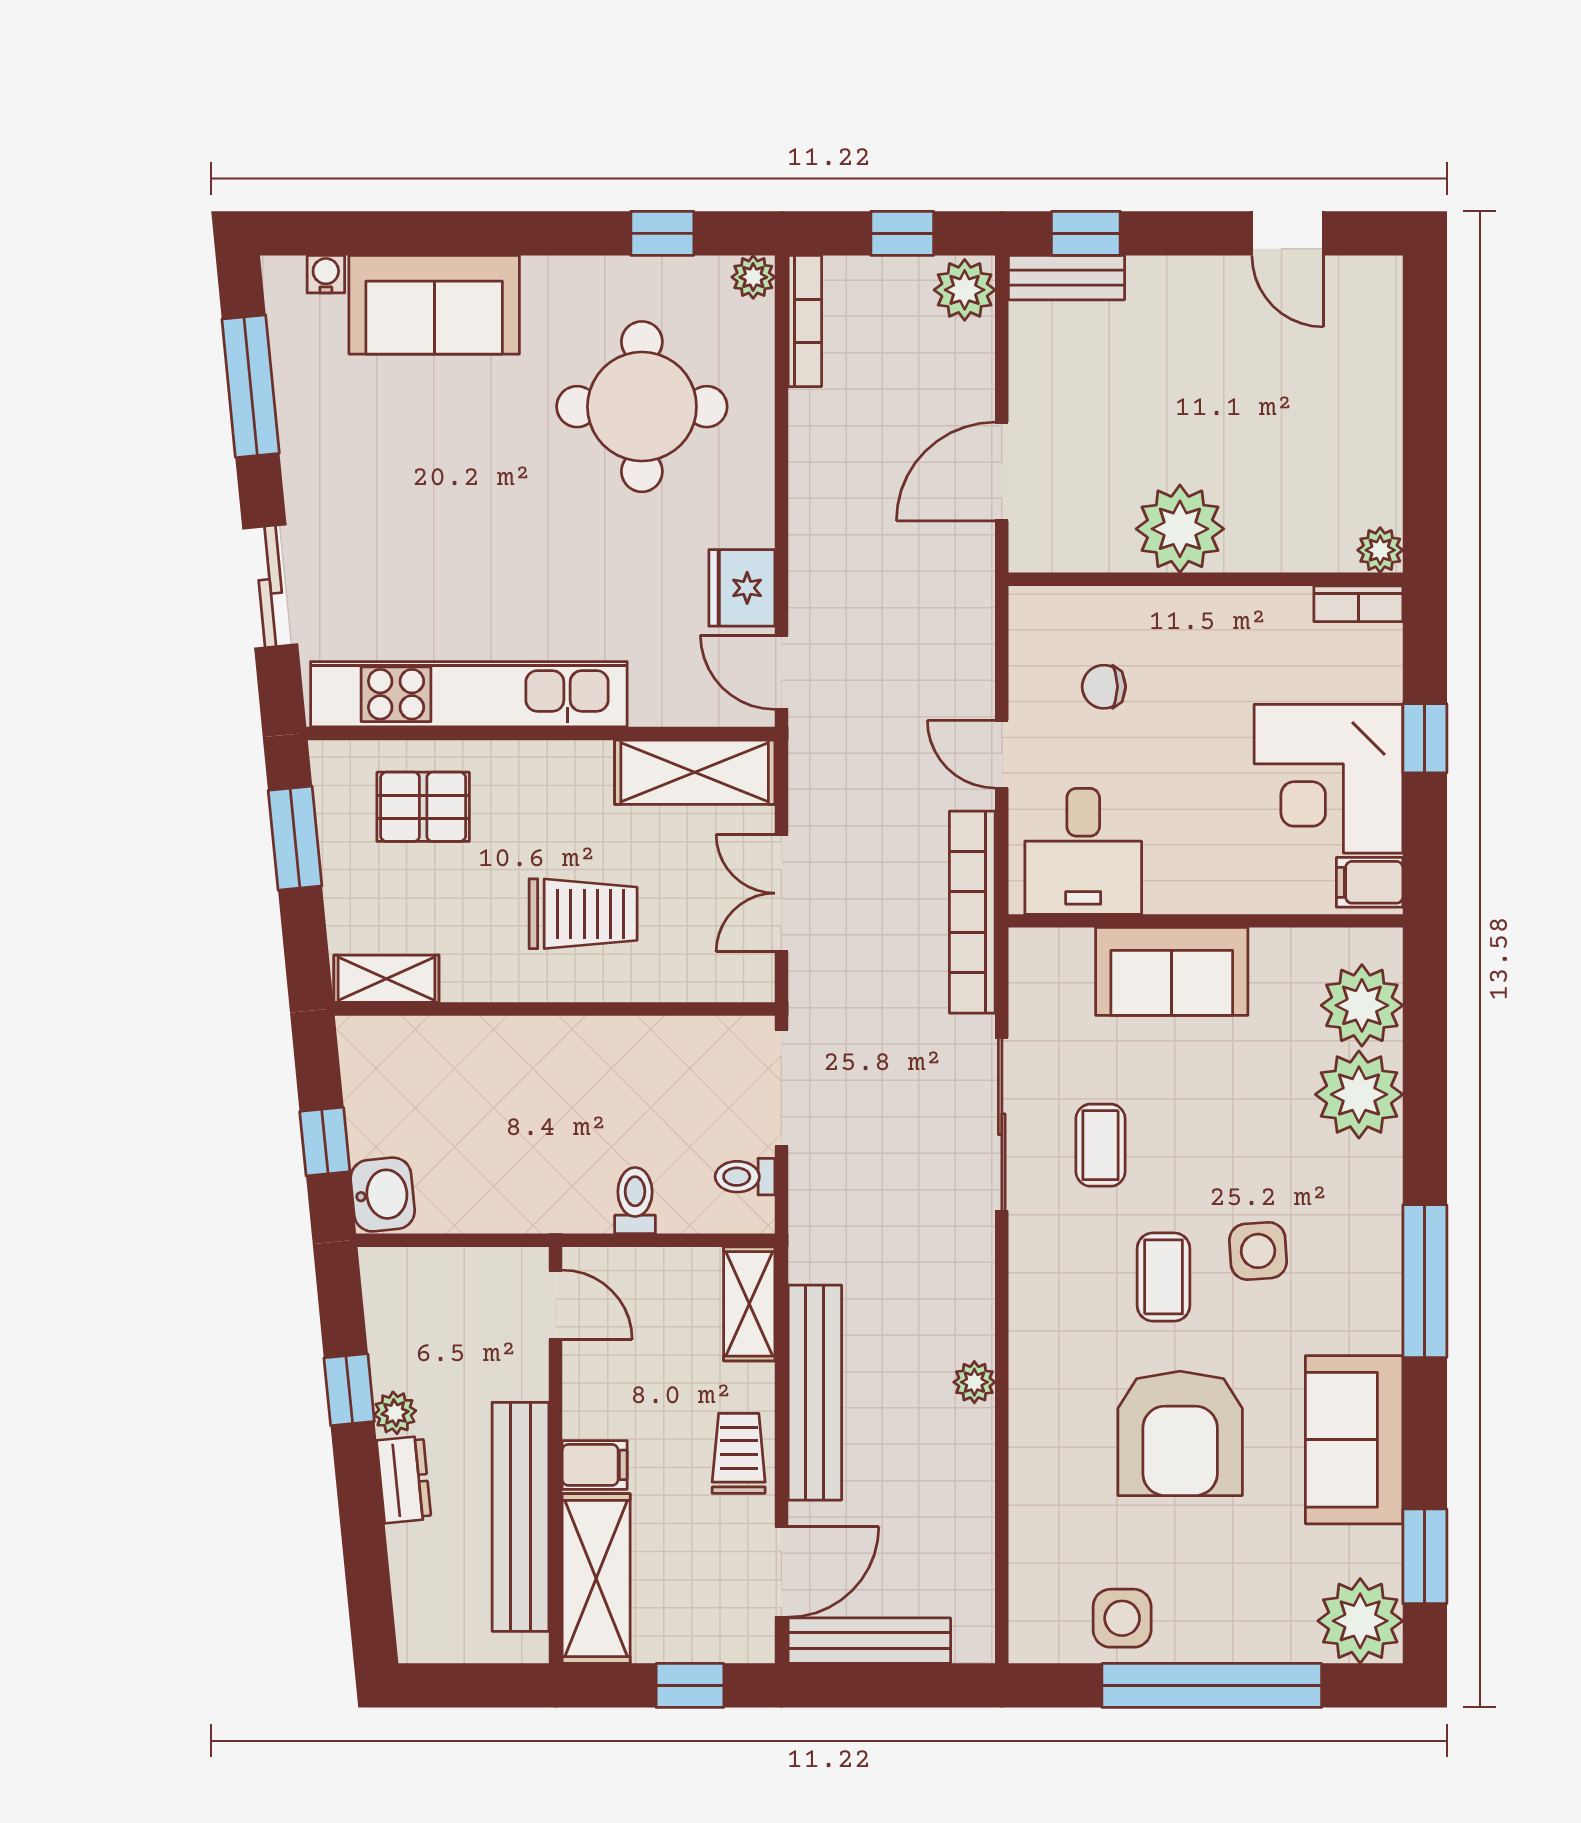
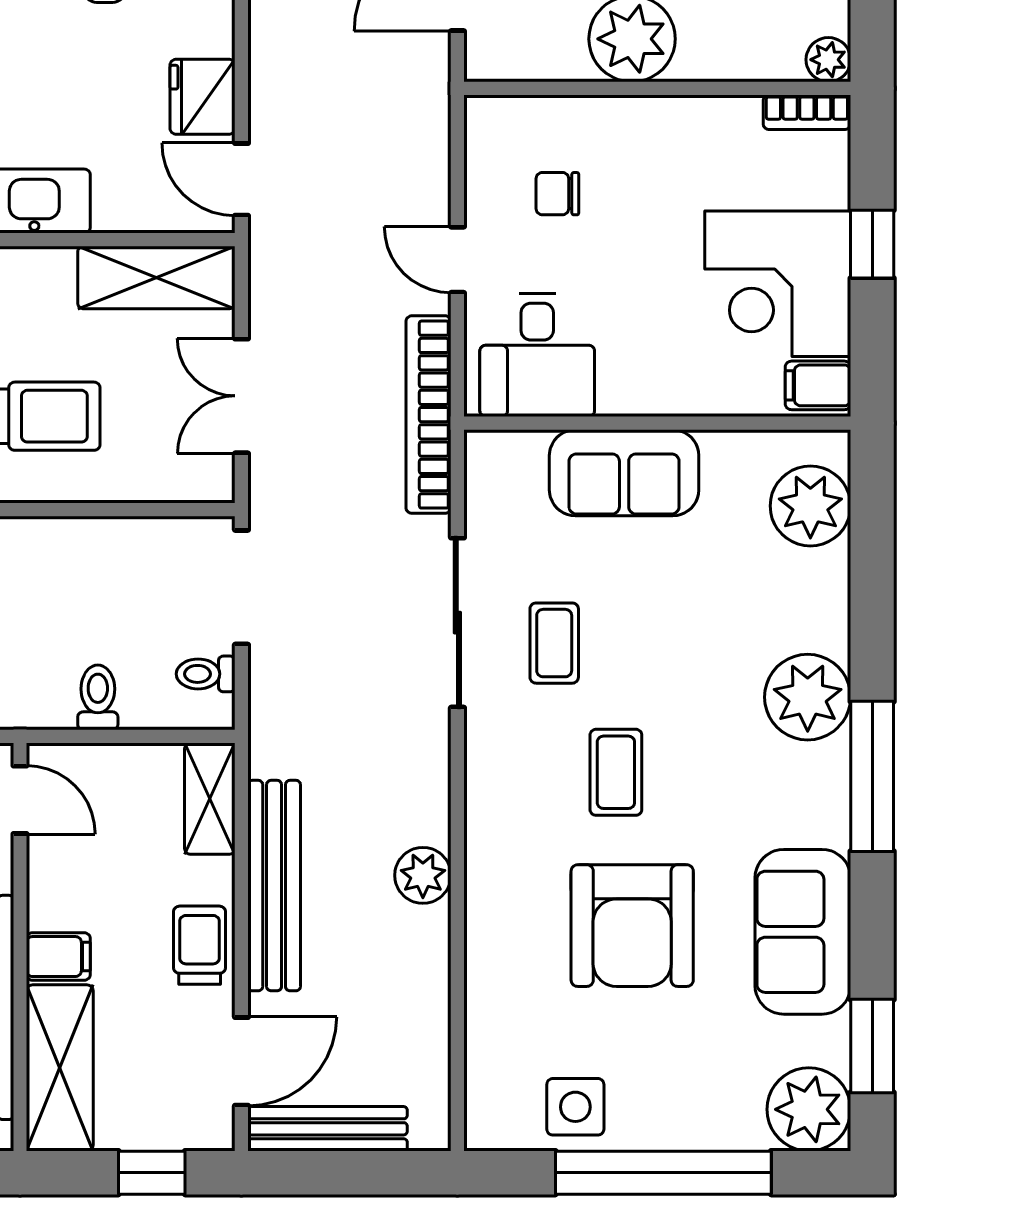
plant: (1359, 1094) -> (808, 697), moved
side table: (1258, 1251) -> (709, 747), removed
plant: (974, 1382) -> (423, 875), width x1.38, depth x1.38

